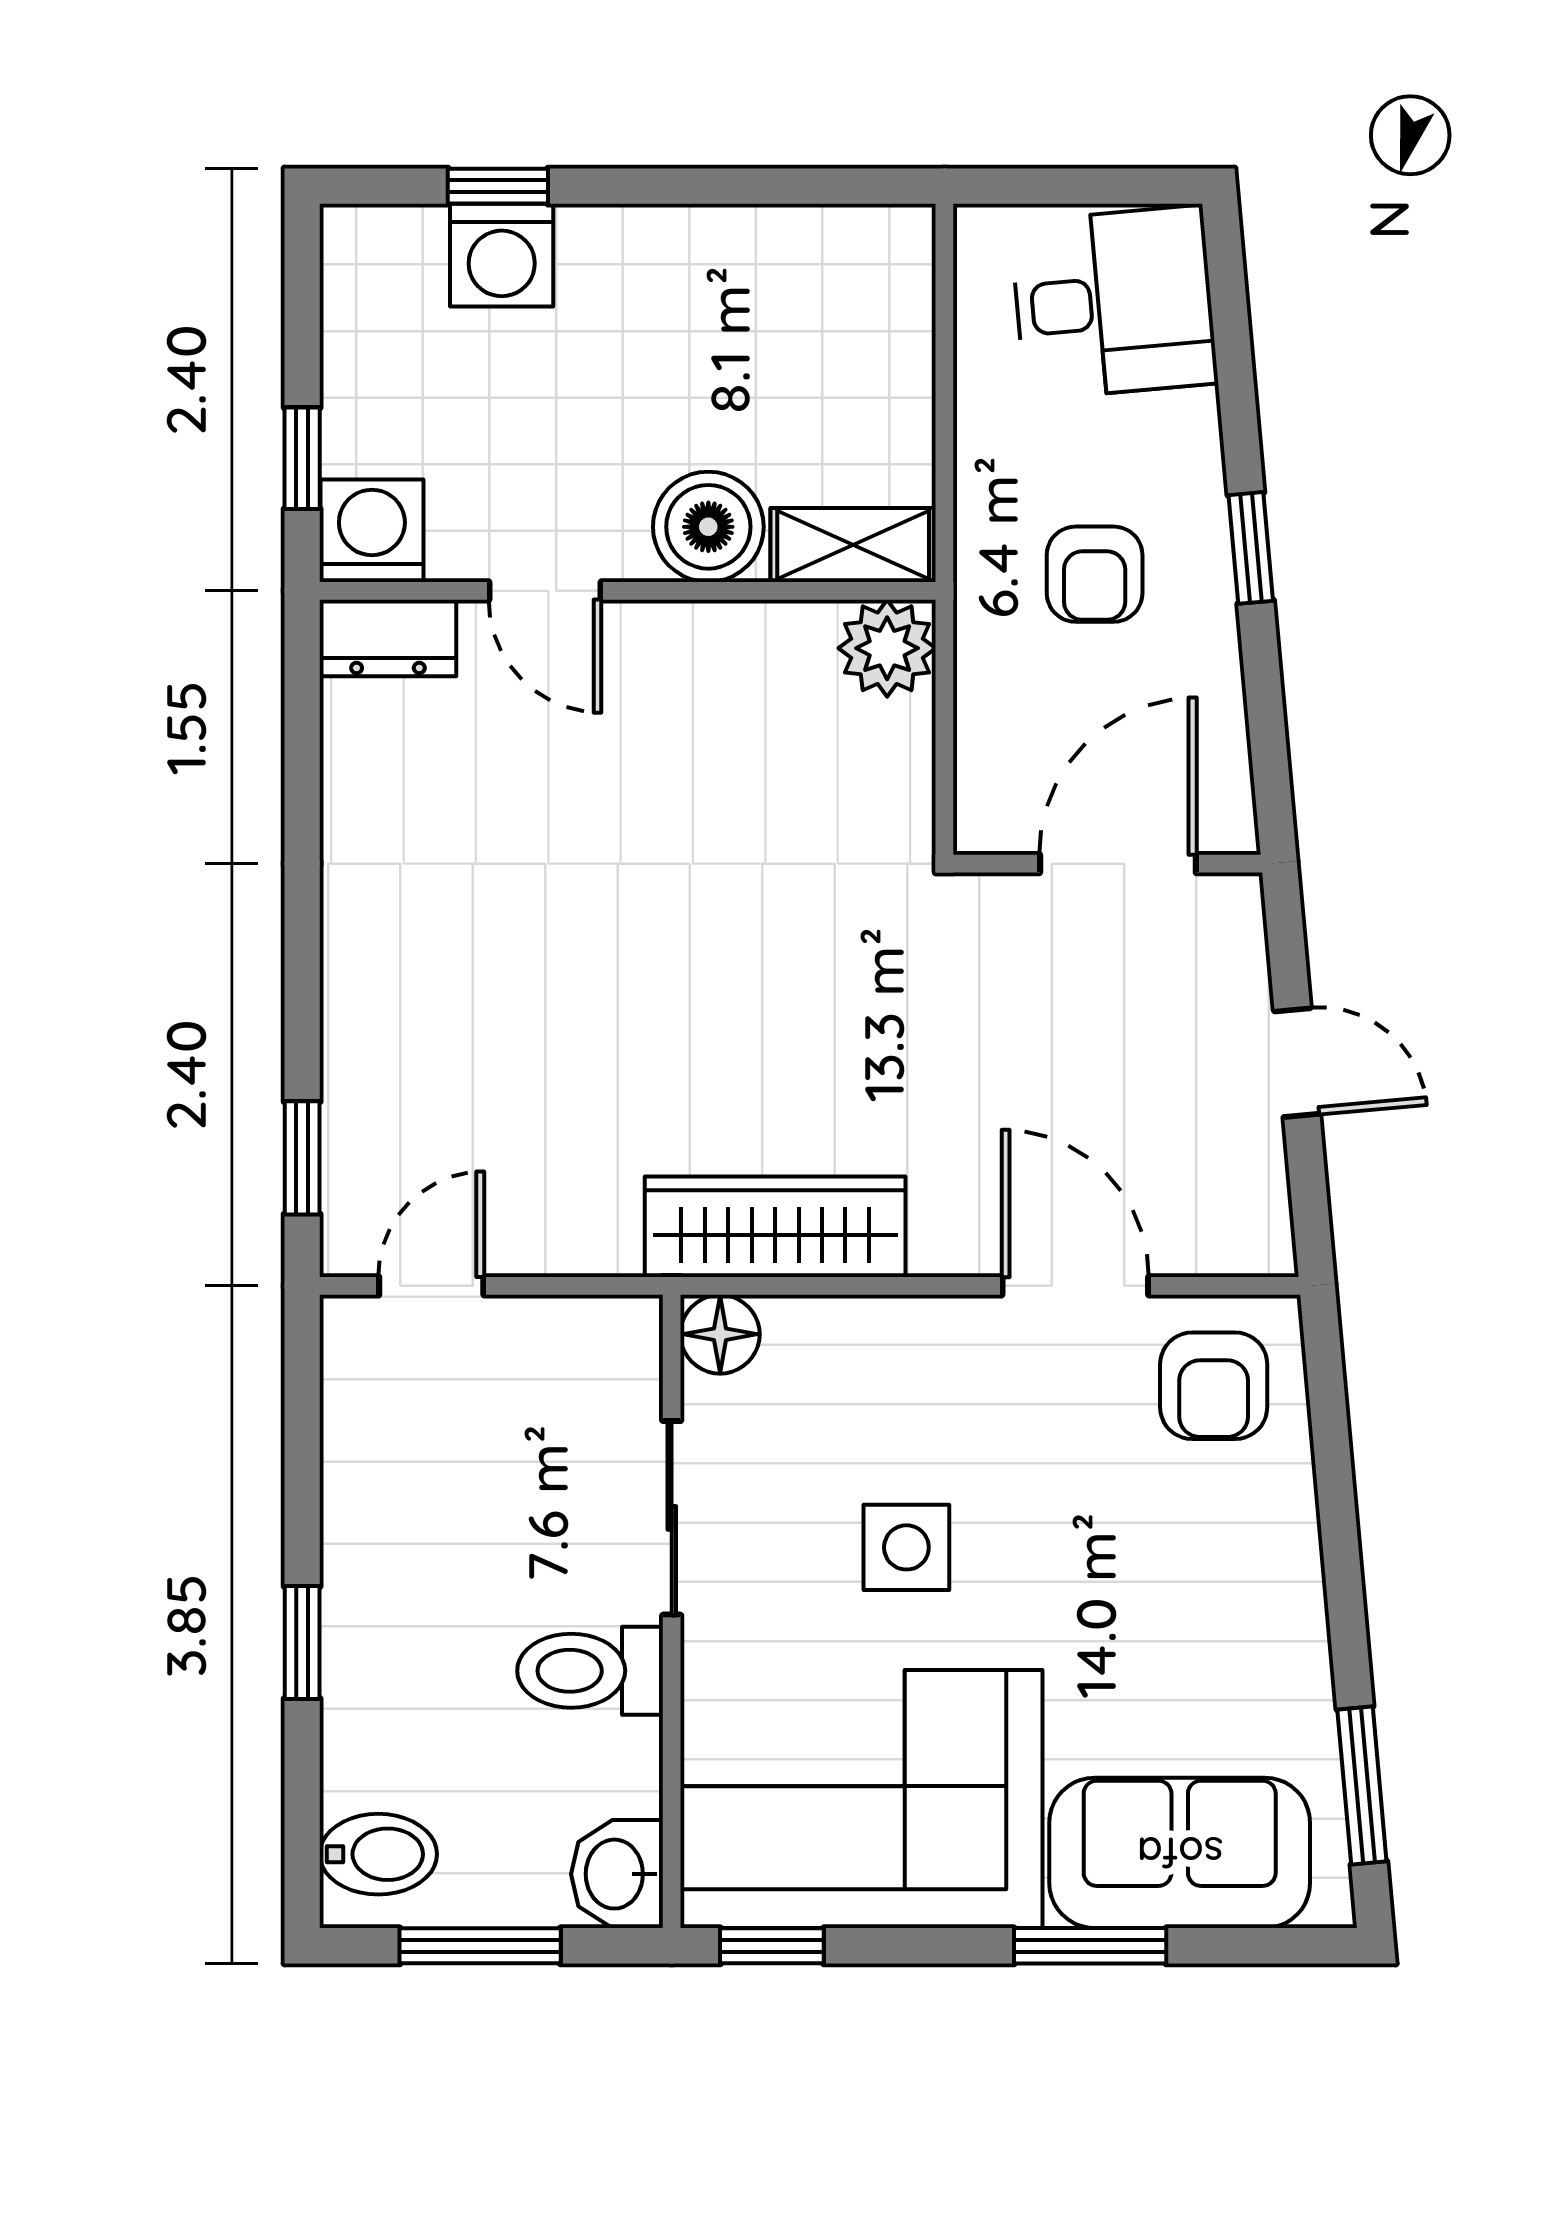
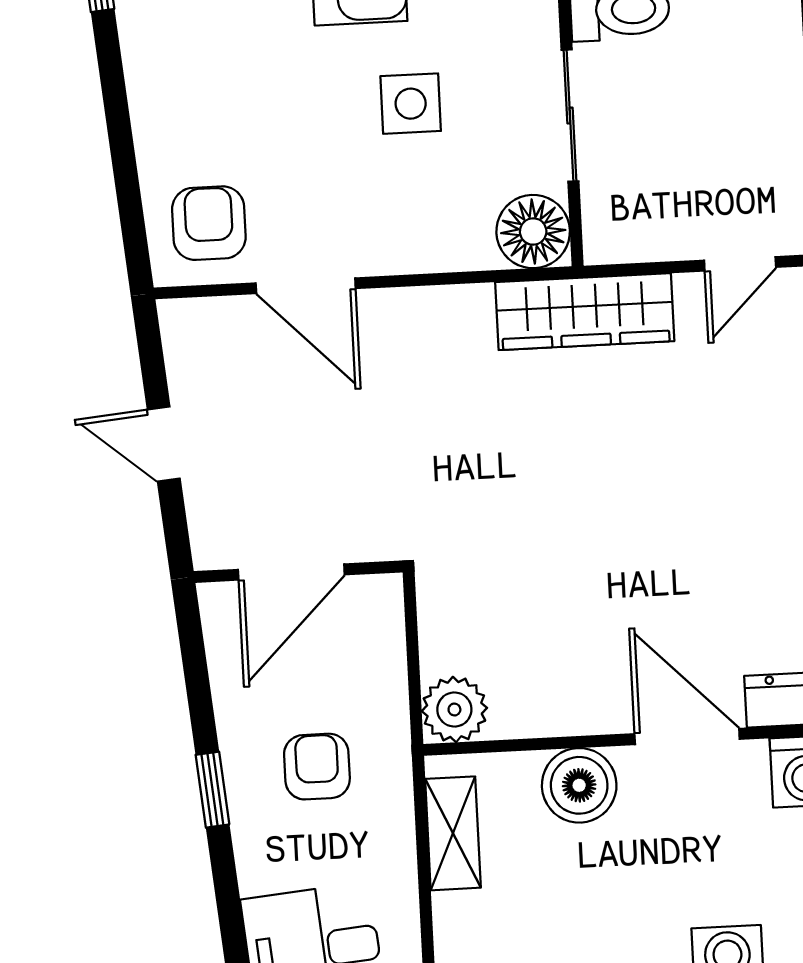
shelving: (853, 545) -> (453, 833), moved, turned 90
door: (545, 591) -> (687, 737), width x1.38
wardrobe: (775, 1227) -> (585, 312), moved
floor lamp: (720, 1334) -> (533, 232), width x1.38, depth x1.38

